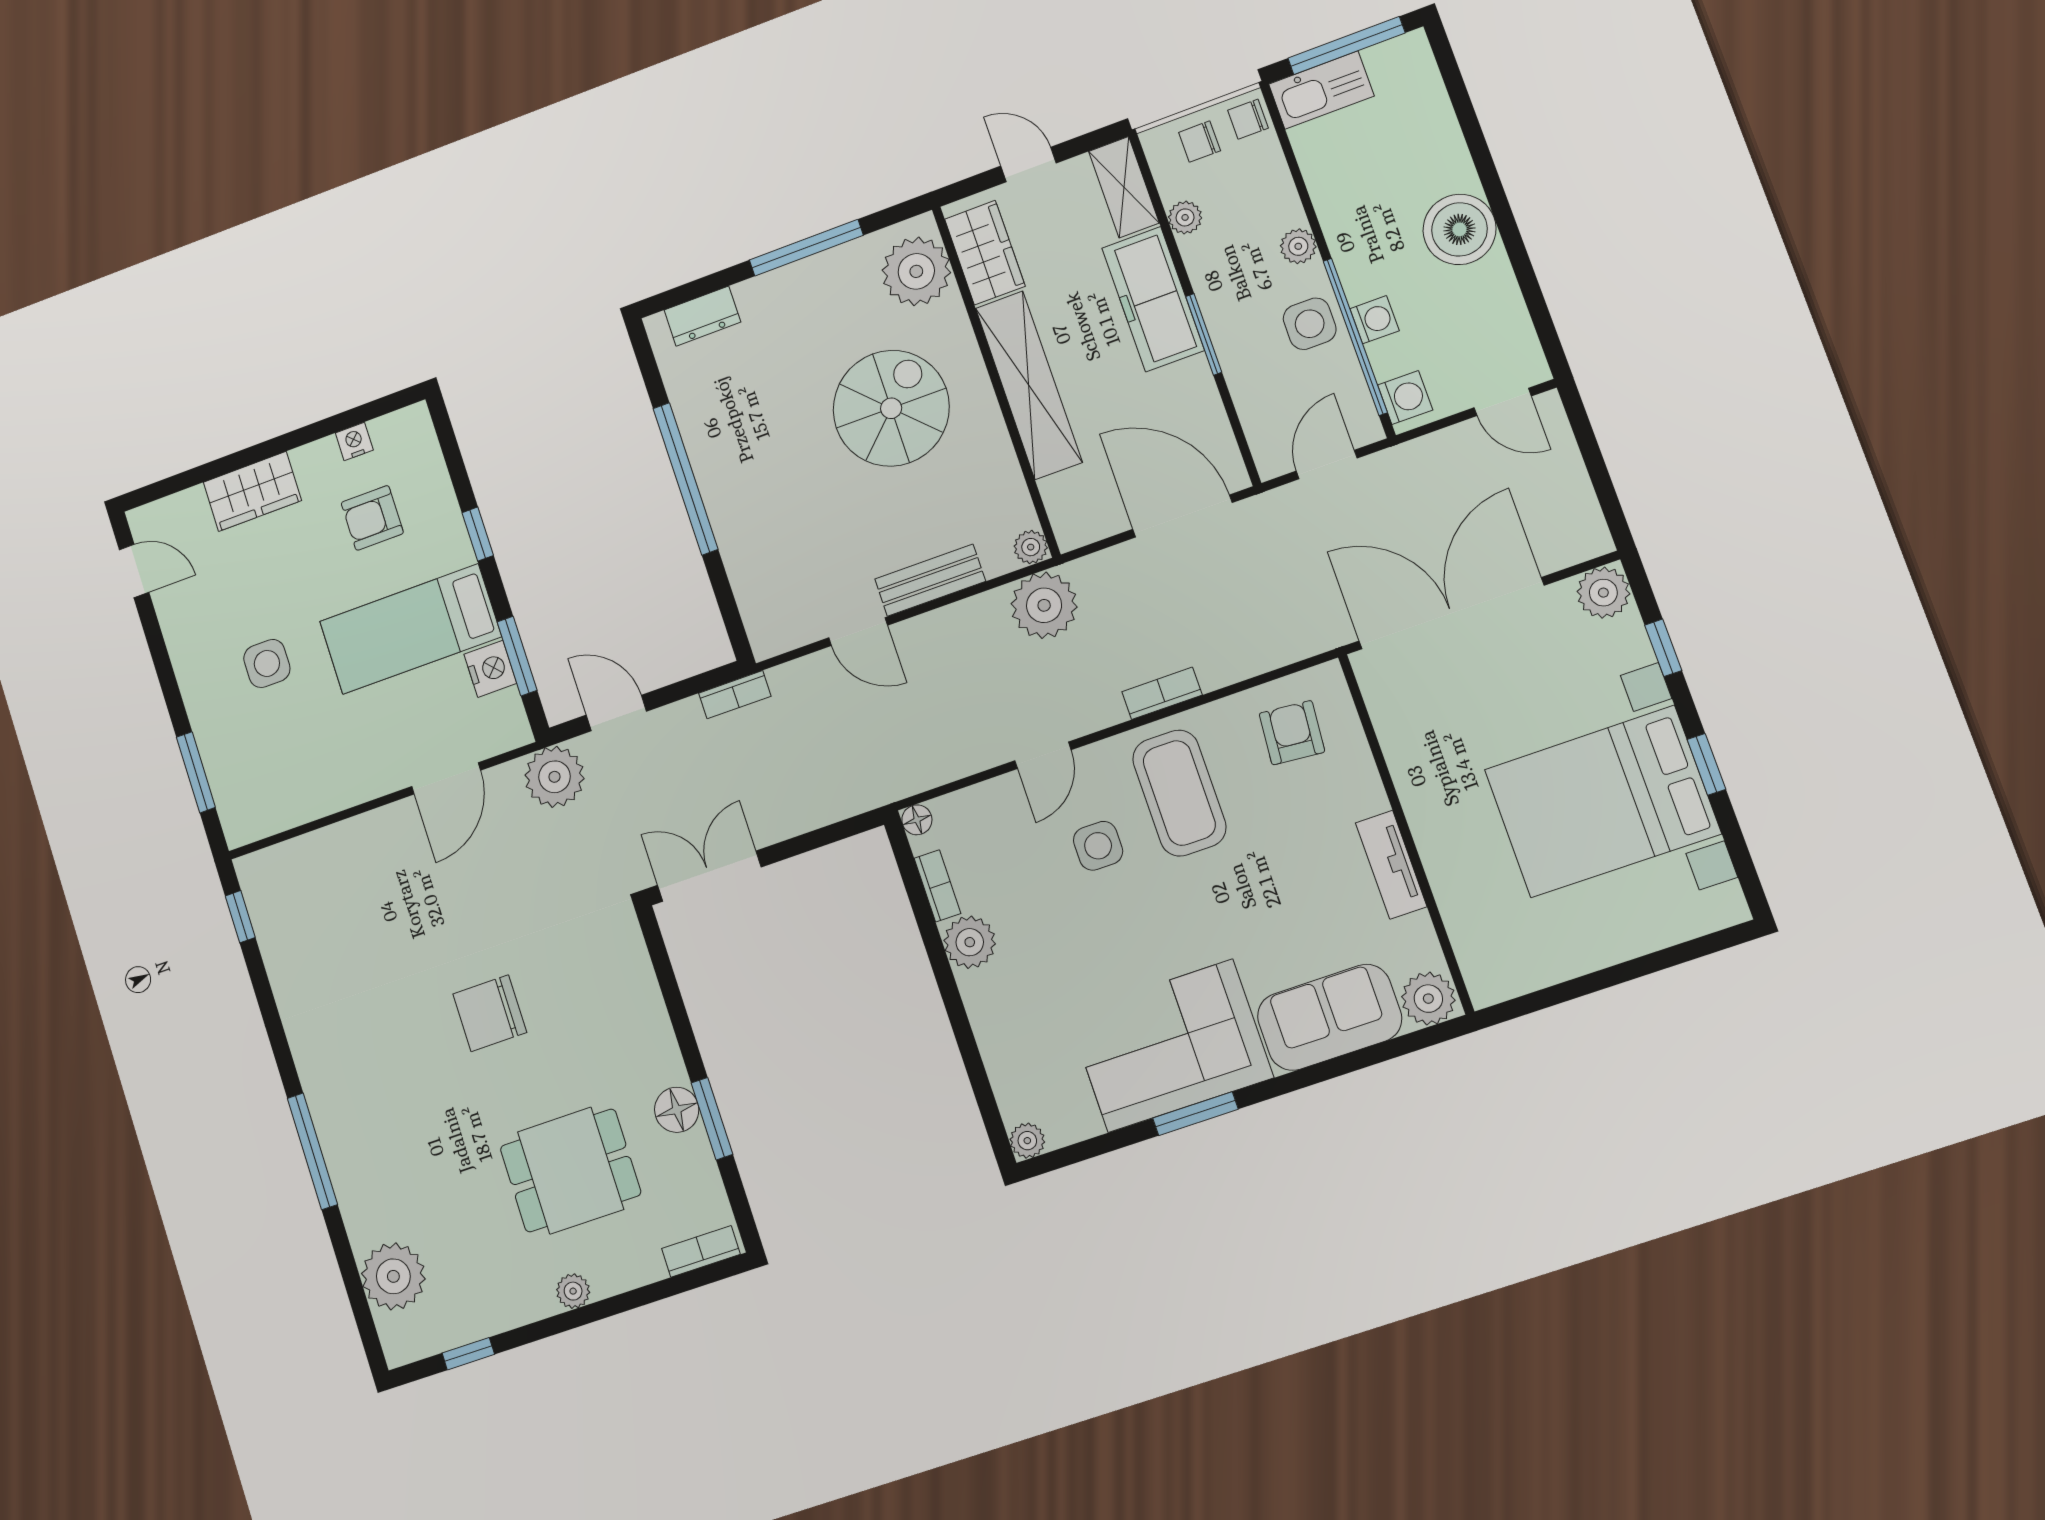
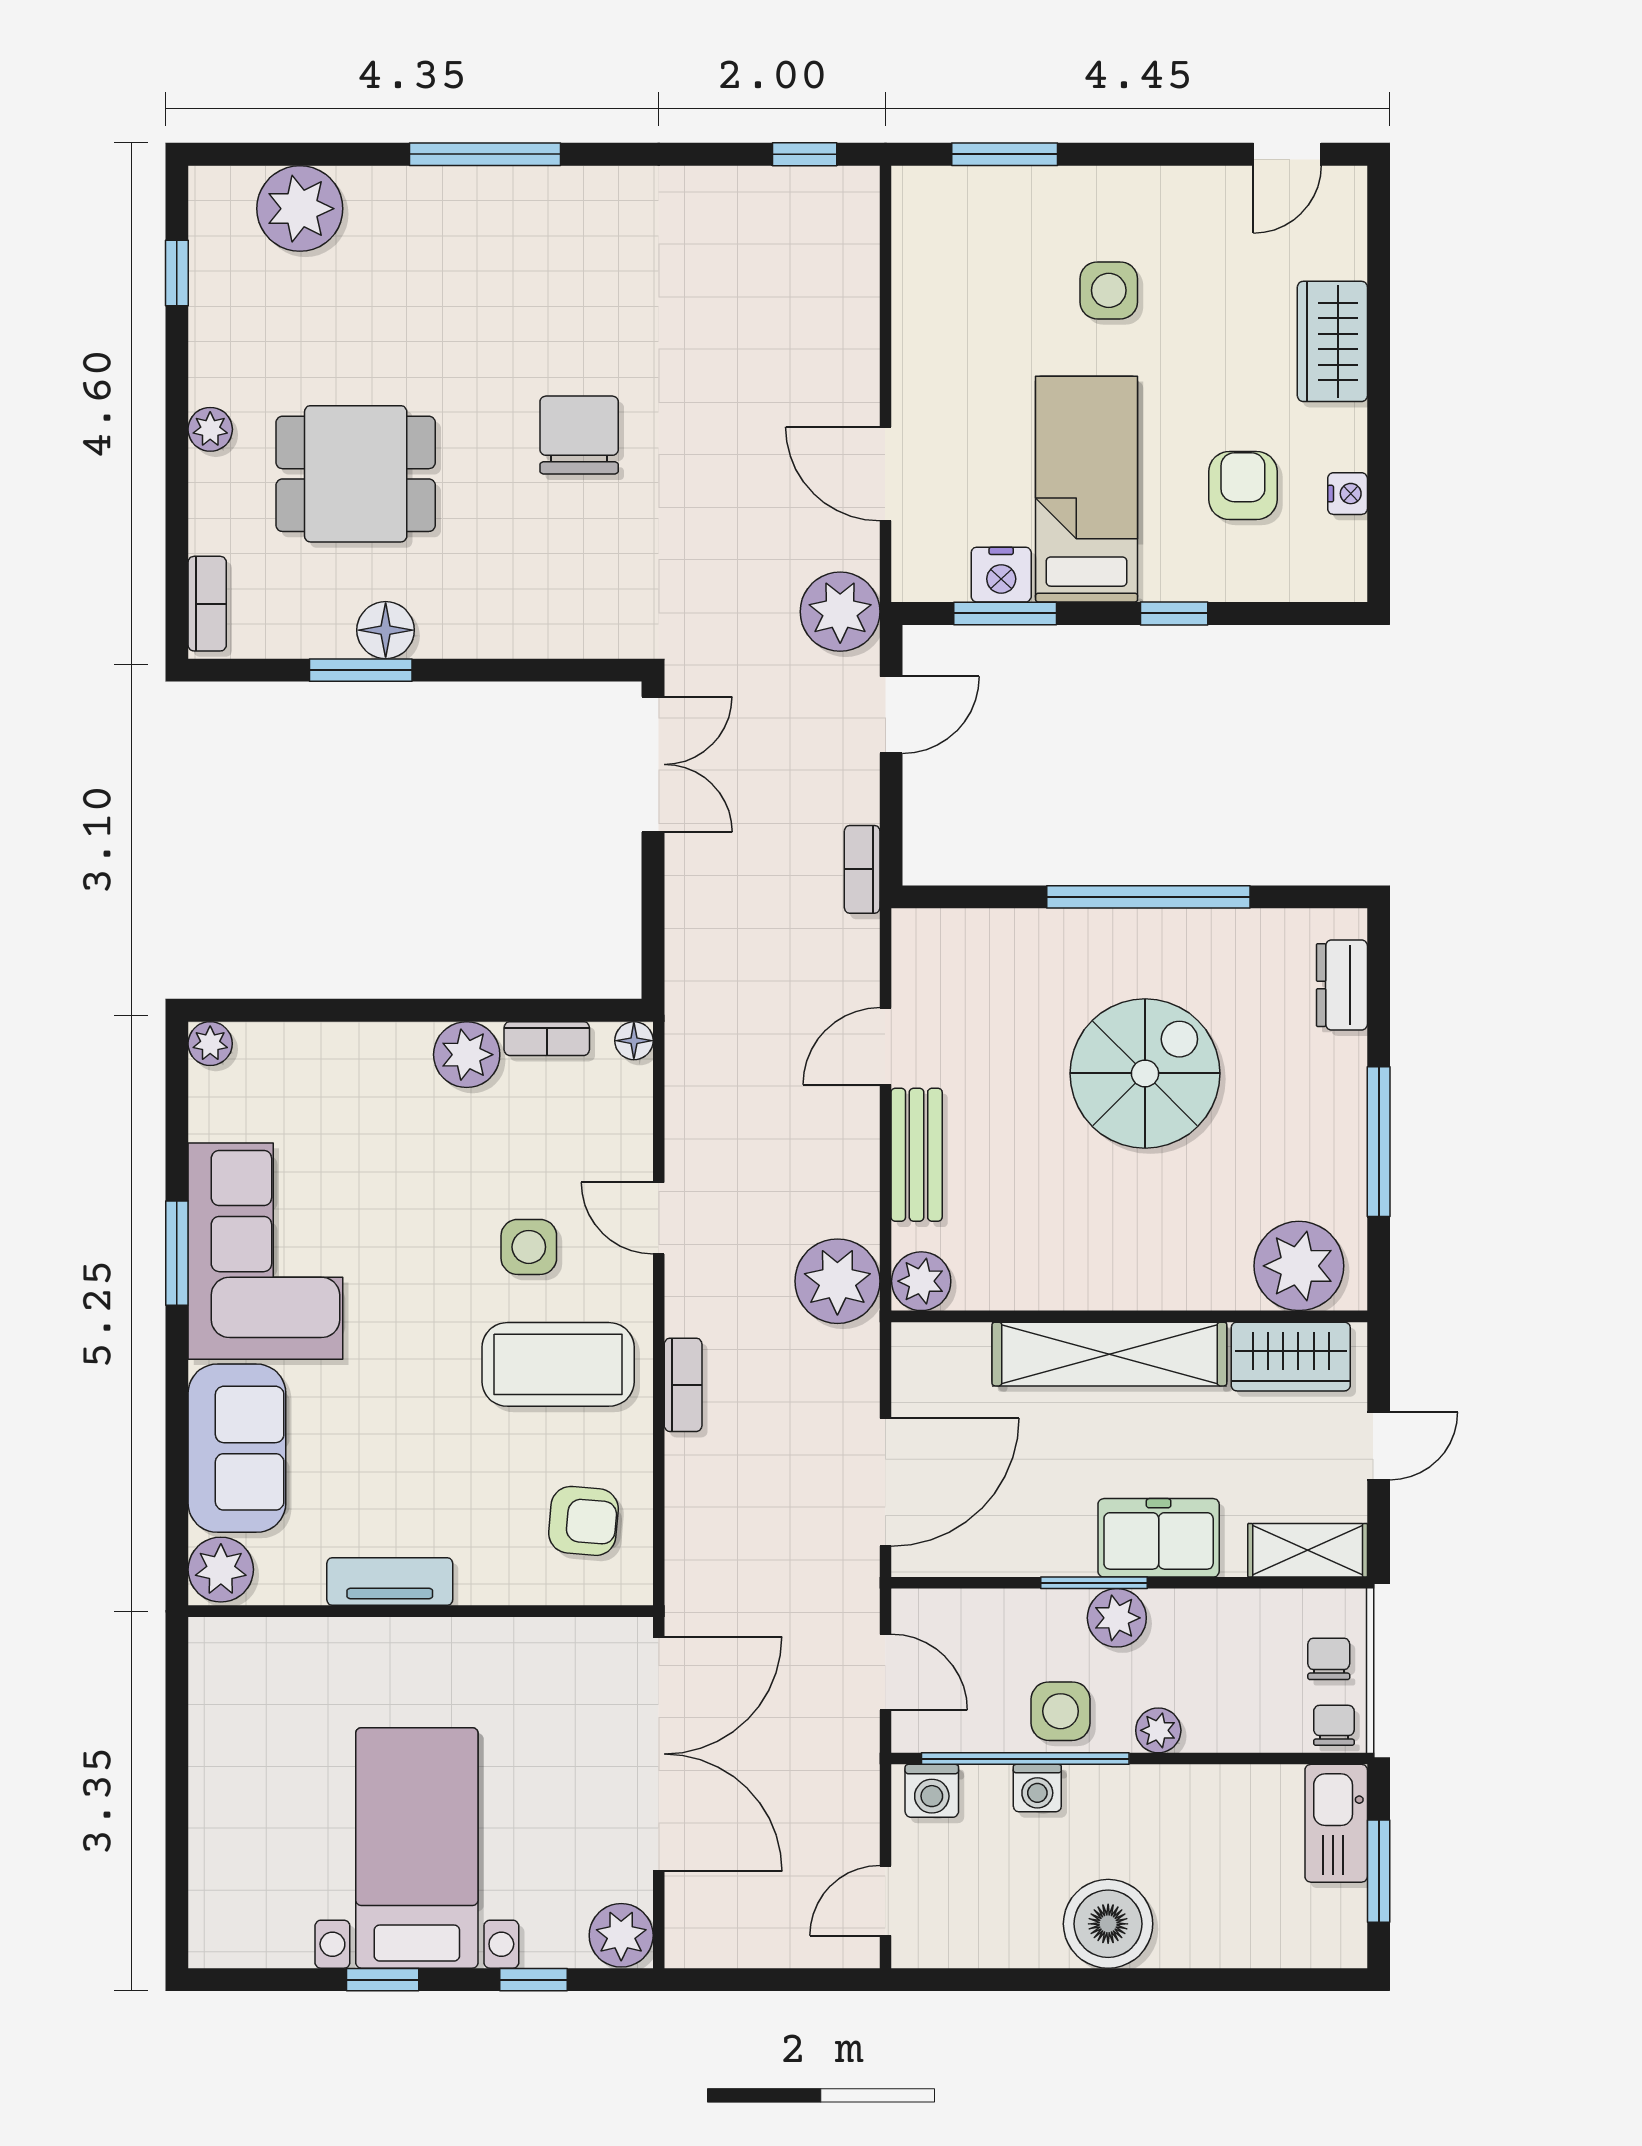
window: (1346, 46) -> (1379, 1871), width x0.69
plant: (1185, 217) -> (1117, 1618), moved, width x1.38, depth x1.38
freezer: (1153, 299) -> (1159, 1538), width x0.71
spiral stairs: (891, 408) -> (1145, 1073), moved, turned -90
plant: (1031, 547) -> (921, 1281), width x1.38, depth x1.38
bed with nightstands: (1602, 802) -> (417, 1848), width x0.73
dining table: (570, 1171) -> (356, 474), turned 90

